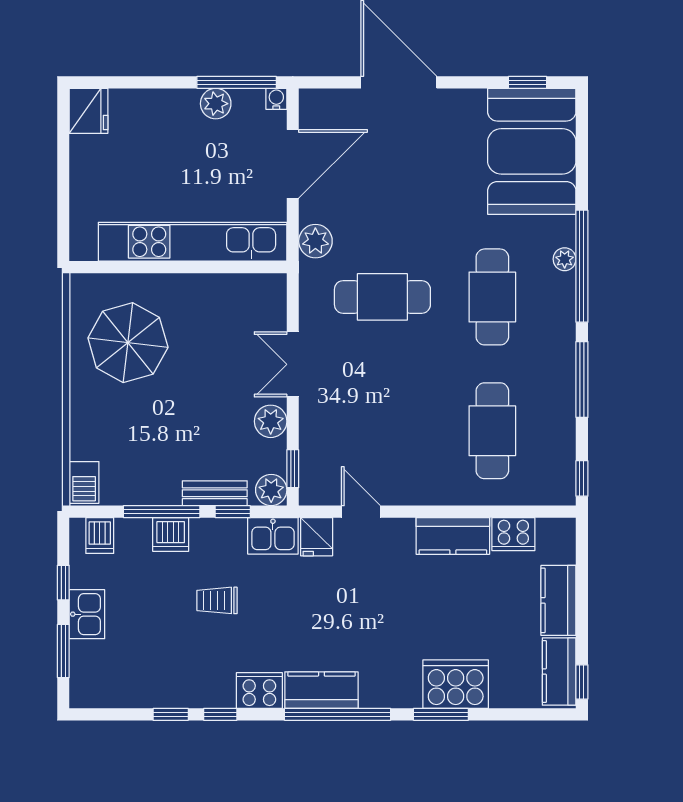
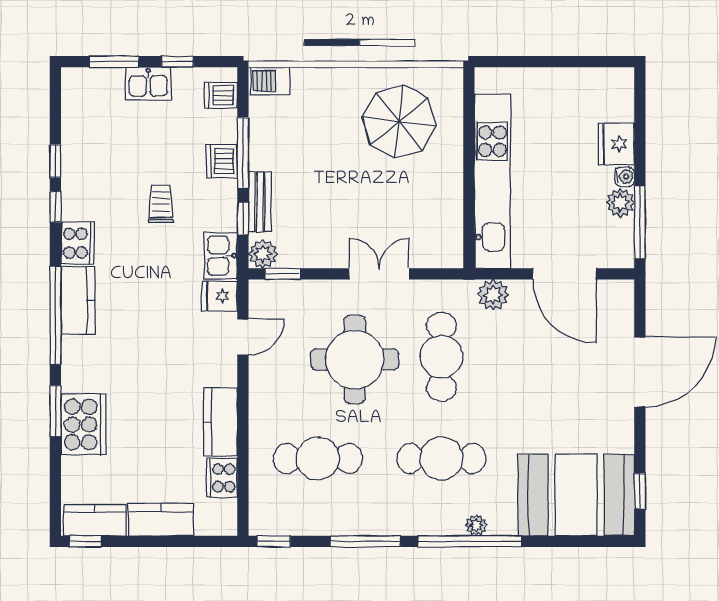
water cooler: (276, 99) -> (625, 177), moved
fridge: (89, 111) -> (616, 144), moved, turned 90
round table: (385, 391) -> (355, 359), added
plant: (271, 421) -> (326, 253), removed

